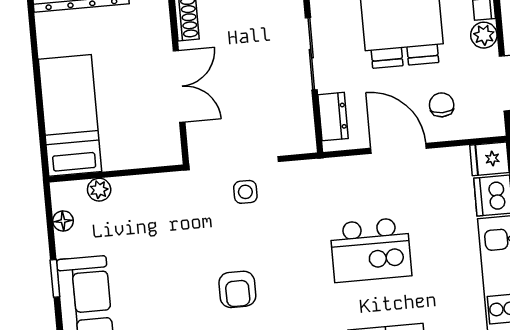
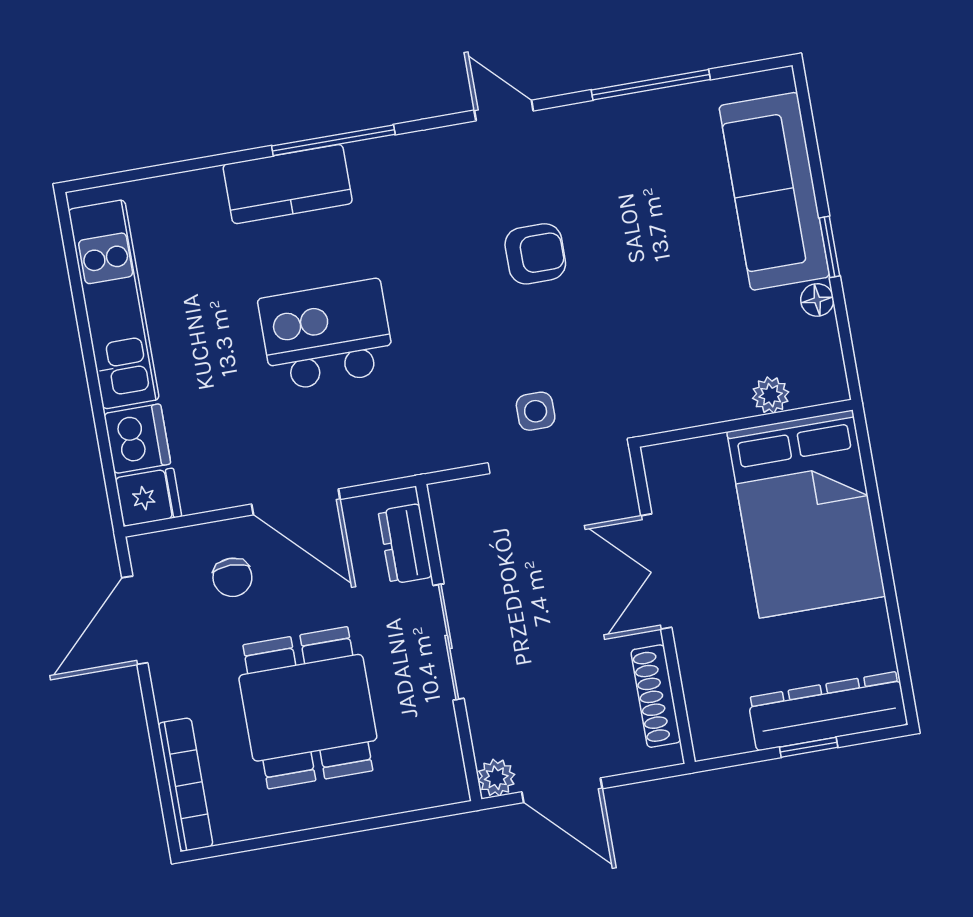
plant: (484, 35) -> (174, 695), removed
bed: (70, 115) -> (806, 514), width x1.50
floor lamp: (63, 221) -> (817, 300), moved
armchair: (237, 289) -> (535, 254), turned 90

